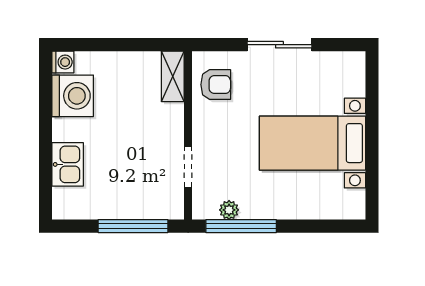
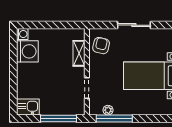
shelving: (173, 76) -> (79, 53), moved
armchair: (216, 85) -> (101, 46), turned -77
kitchen sink: (68, 164) -> (28, 107), moved, turned -90

